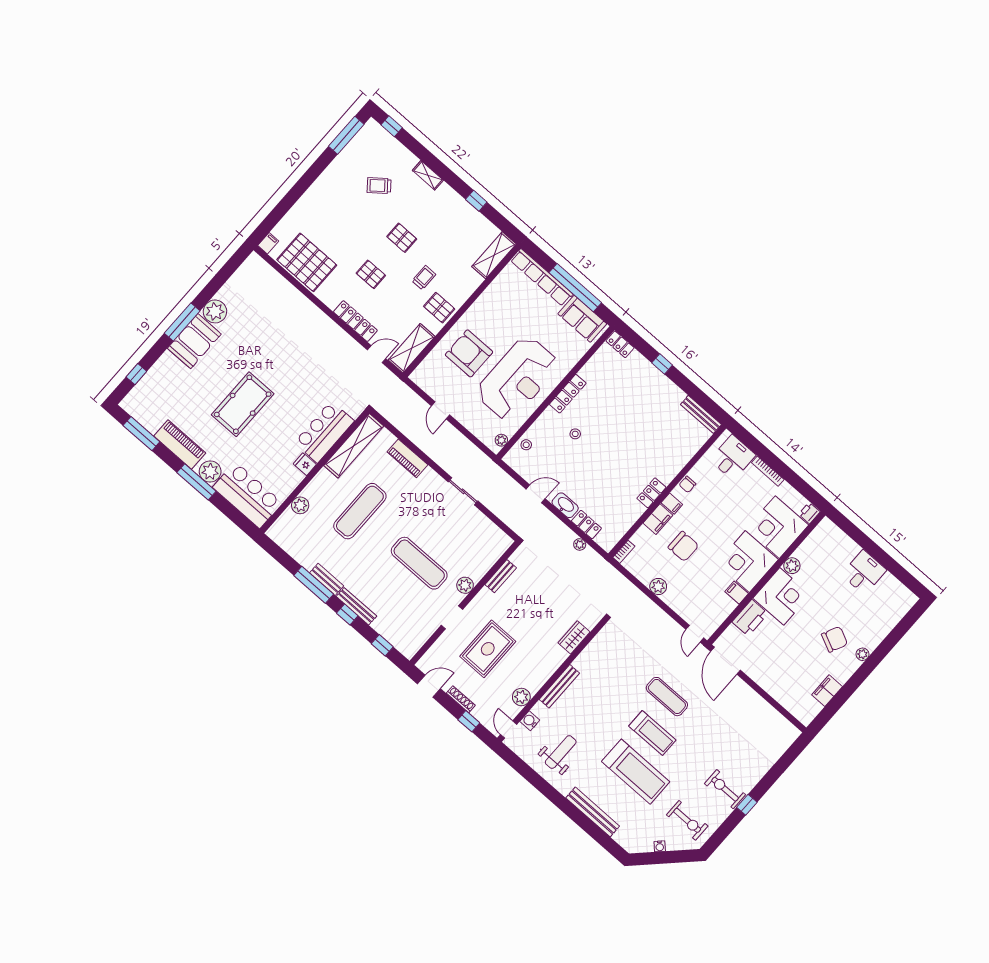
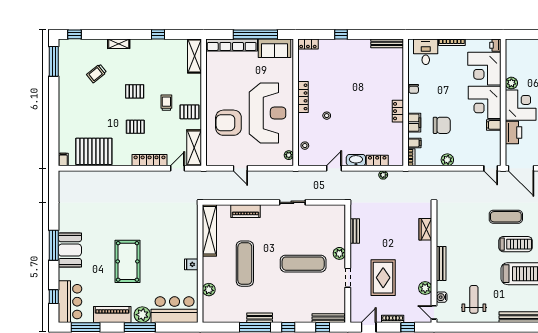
plant: (215, 311) -> (67, 223), removed
bar counter: (324, 432) -> (70, 302), moved, turned 180
filing cabinet: (672, 504) -> (414, 143), moved
bench: (356, 606) -> (328, 318), moved

